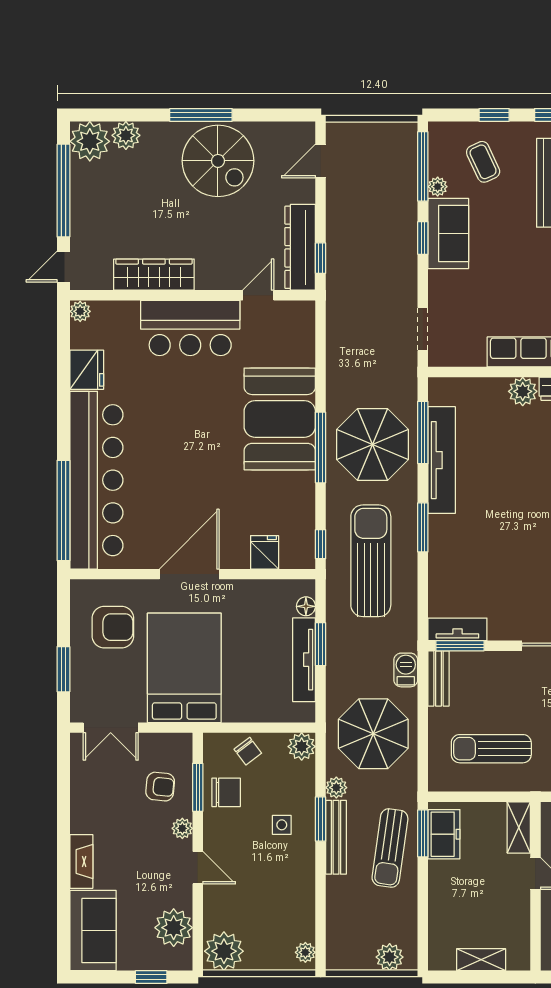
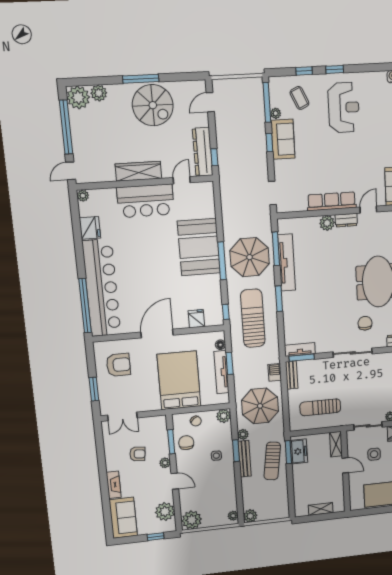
wardrobe: (154, 275) -> (139, 171), moved
bed: (184, 668) -> (179, 380), moved
armchair: (160, 787) -> (138, 454), moved
chair: (226, 792) -> (186, 443), turned -90
plant: (390, 957) -> (250, 516), moved

